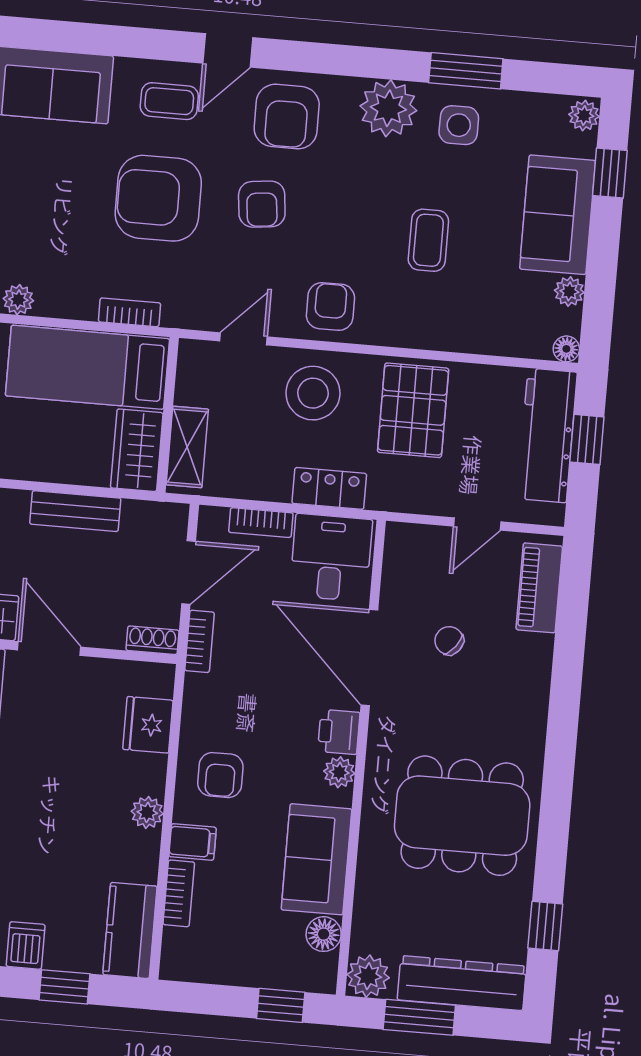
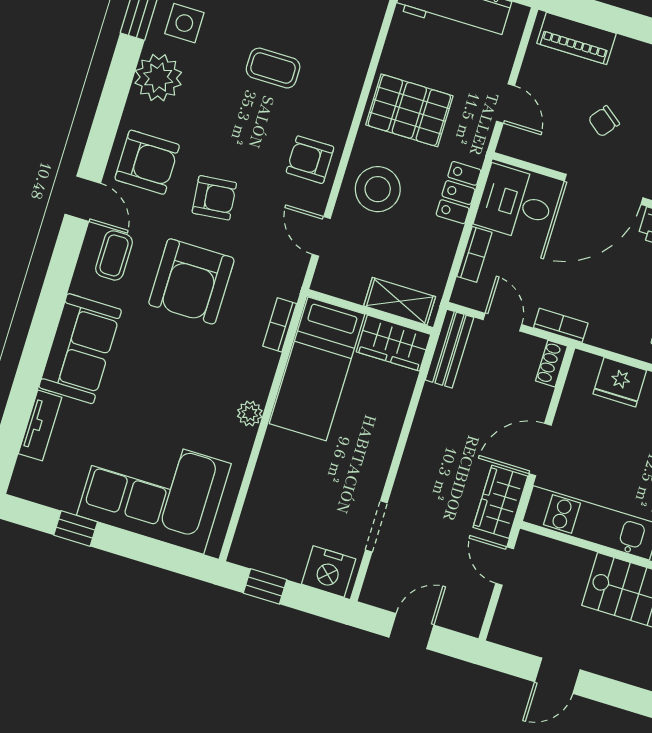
bench: (75, 511) -> (449, 349), moved
door: (477, 524) -> (506, 103), moved
door: (189, 572) -> (502, 322), width x0.73

